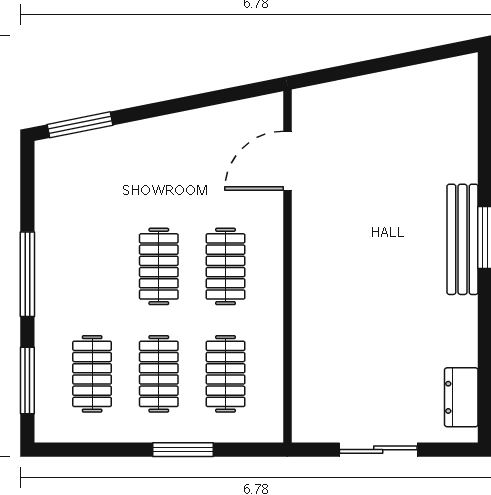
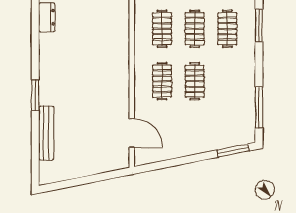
door: (287, 161) -> (132, 133), hinge flipped
bench: (462, 239) -> (46, 133), moved
window: (27, 274) -> (259, 108), moved

